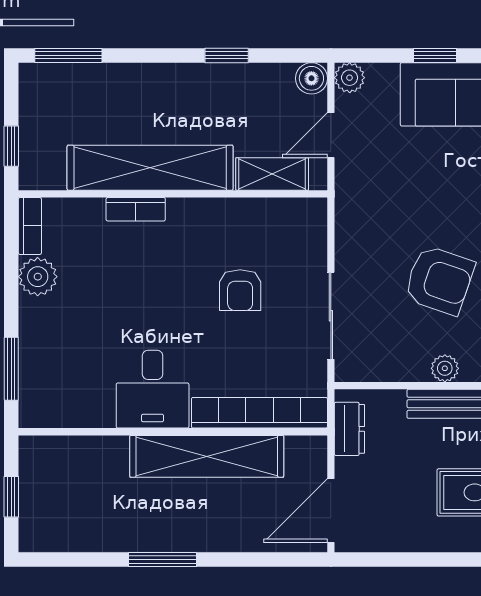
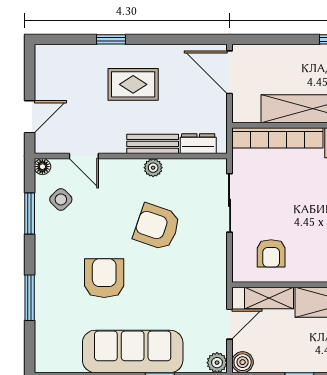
armchair: (240, 290) -> (271, 253), moved, turned 180
dresser: (349, 429) -> (198, 144), moved, turned 90
door: (331, 511) -> (230, 72), swing flipped

